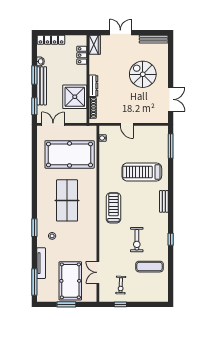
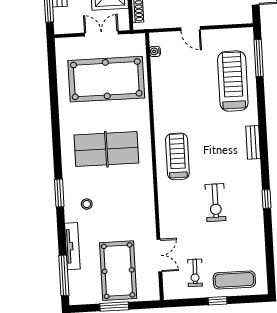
double door: (53, 124) -> (101, 34), moved
treadmill: (142, 172) -> (233, 81), moved, turned 90
table tennis table: (67, 200) -> (106, 149), turned 90
exercise mat: (150, 267) -> (234, 280), moved
double door: (98, 272) -> (159, 255), swing flipped
window: (120, 304) -> (218, 301), moved

